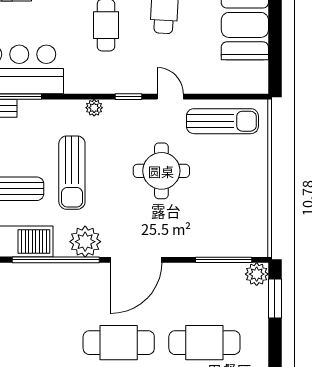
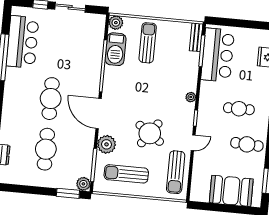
round table: (161, 171) -> (150, 133), turned 35
sun lounger: (72, 173) -> (126, 174), moved
plant: (85, 242) -> (107, 144), moved

